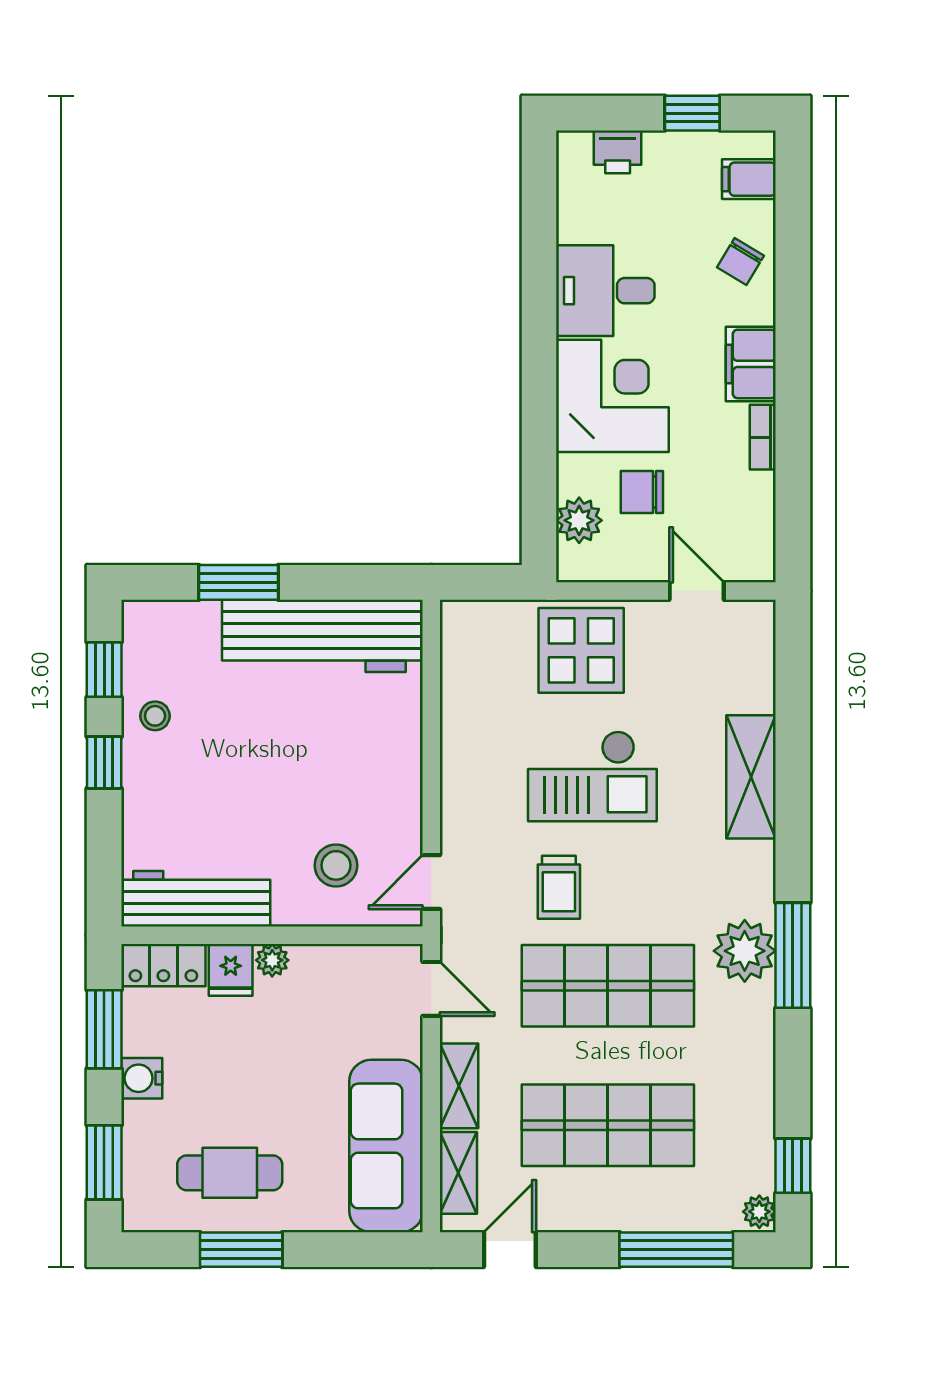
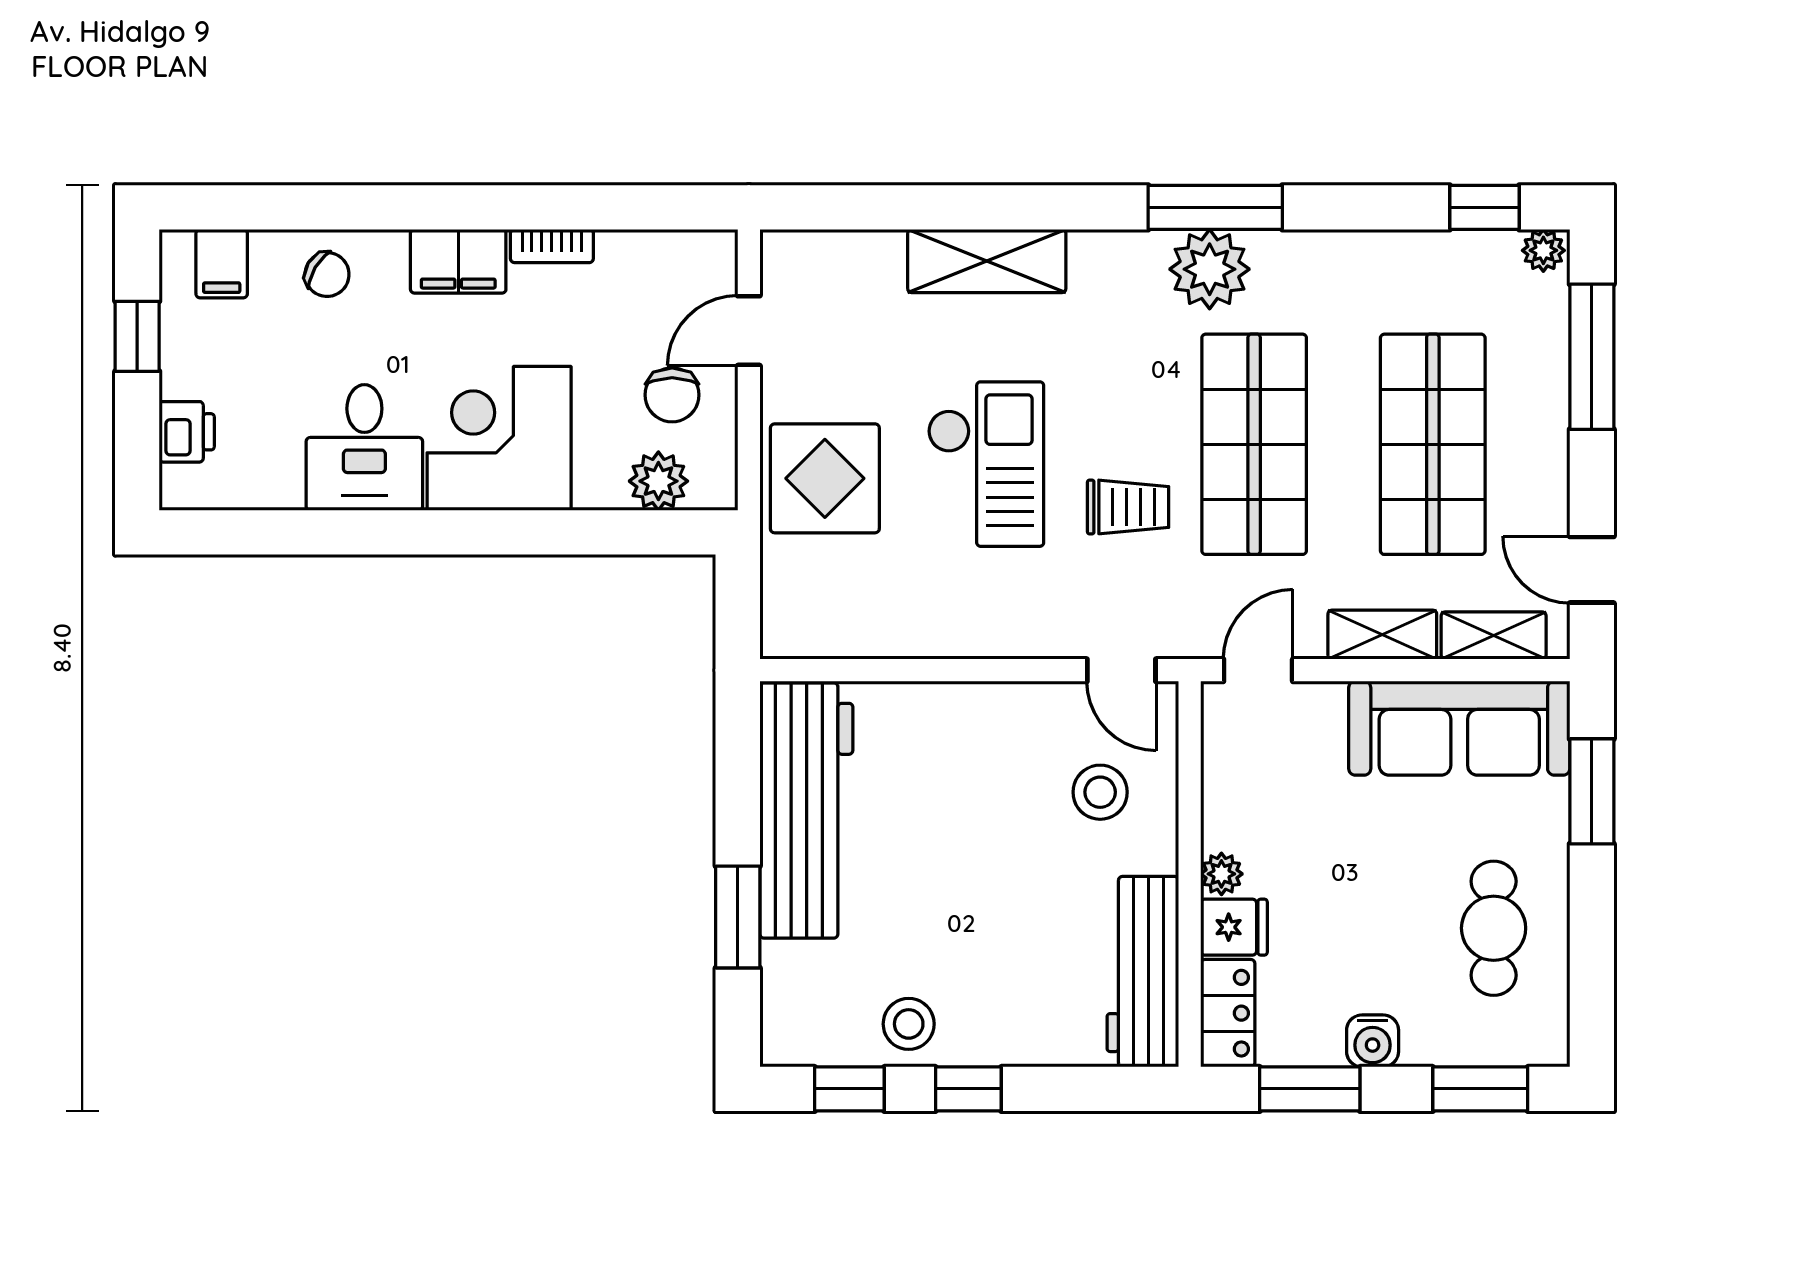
chair: (642, 492) -> (672, 395), moved
stool: (155, 716) -> (909, 1024), width x1.37, depth x1.37
window: (241, 1250) -> (1592, 791), moved

